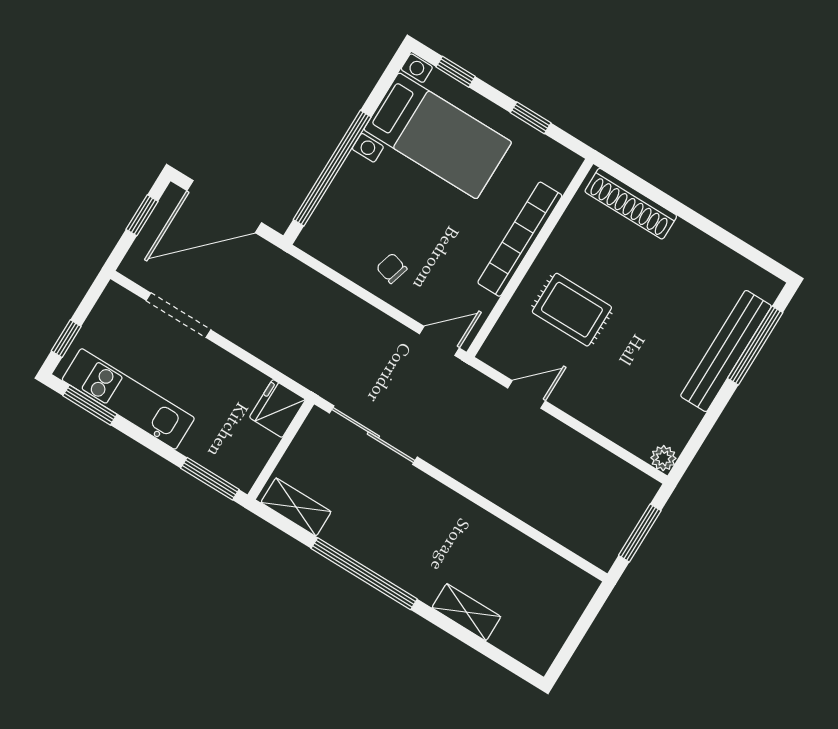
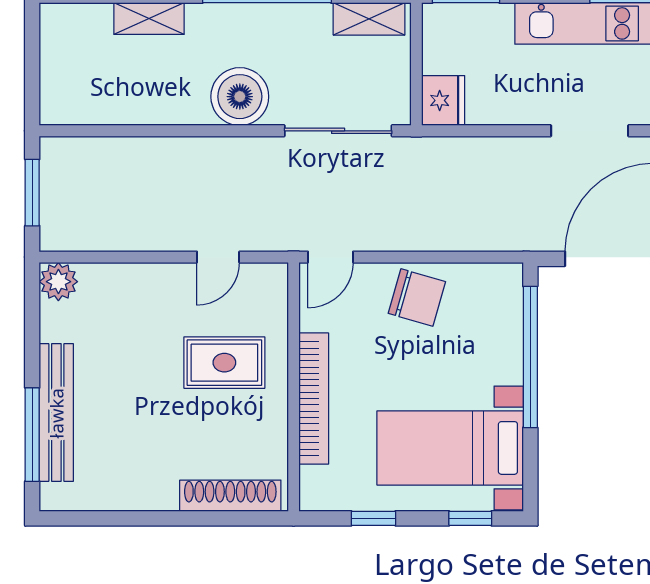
chair: (392, 268) -> (417, 297), width x1.87, depth x1.87
plant: (663, 458) -> (58, 282), width x1.38, depth x1.38
boiler: (433, 508) -> (240, 97), added

